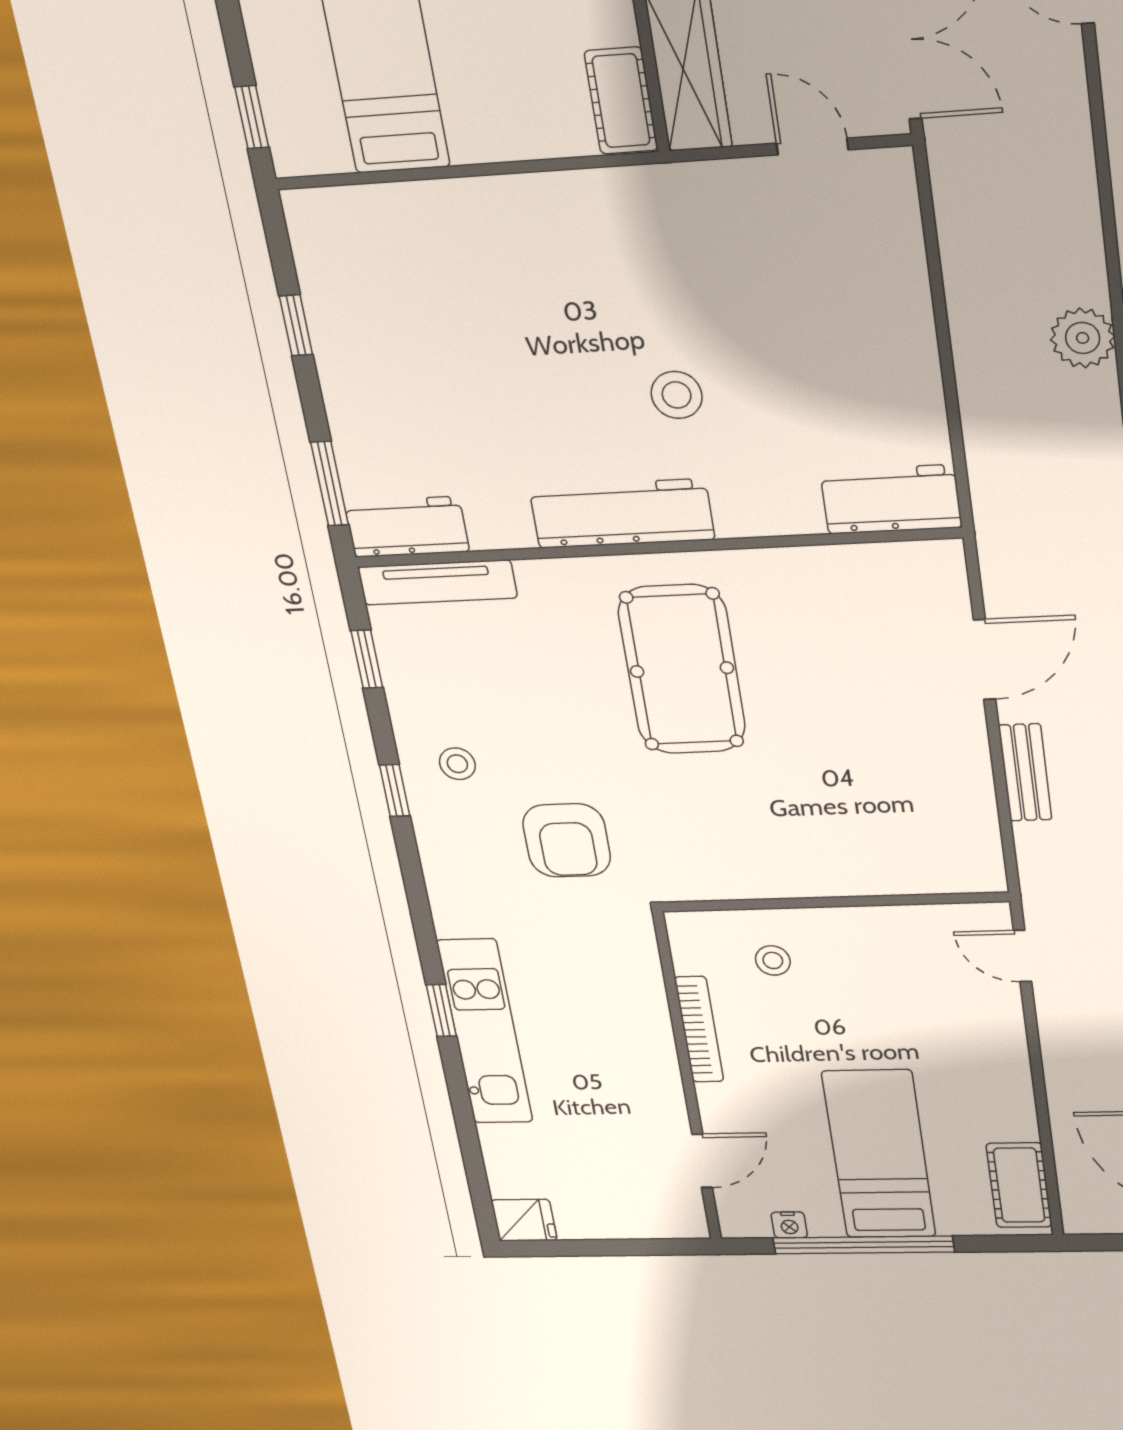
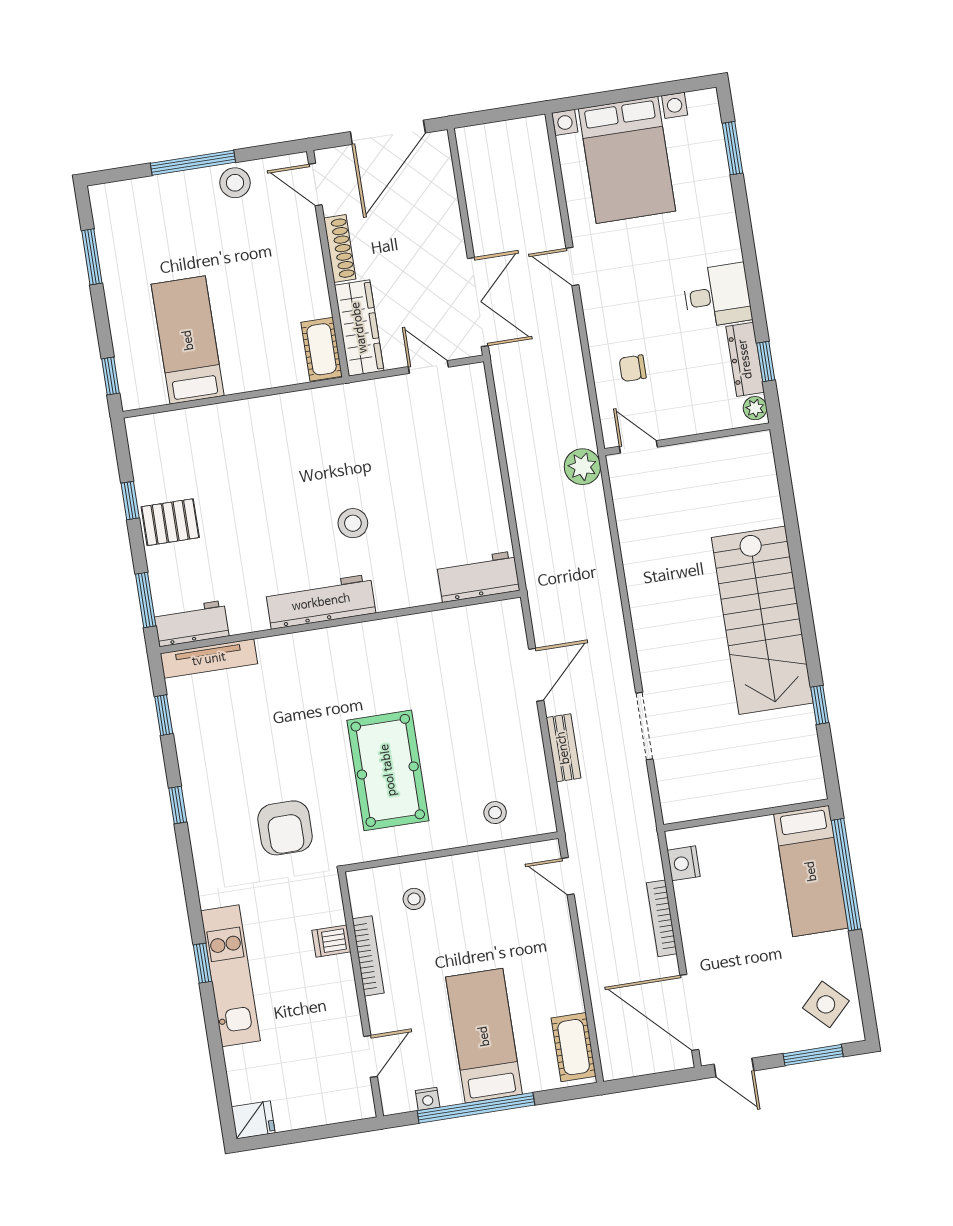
pallet: (365, 366) -> (170, 522), added
pool table: (682, 670) -> (388, 770), moved
stool: (457, 764) -> (495, 813), moved
dishwasher: (642, 1003) -> (331, 941), added

